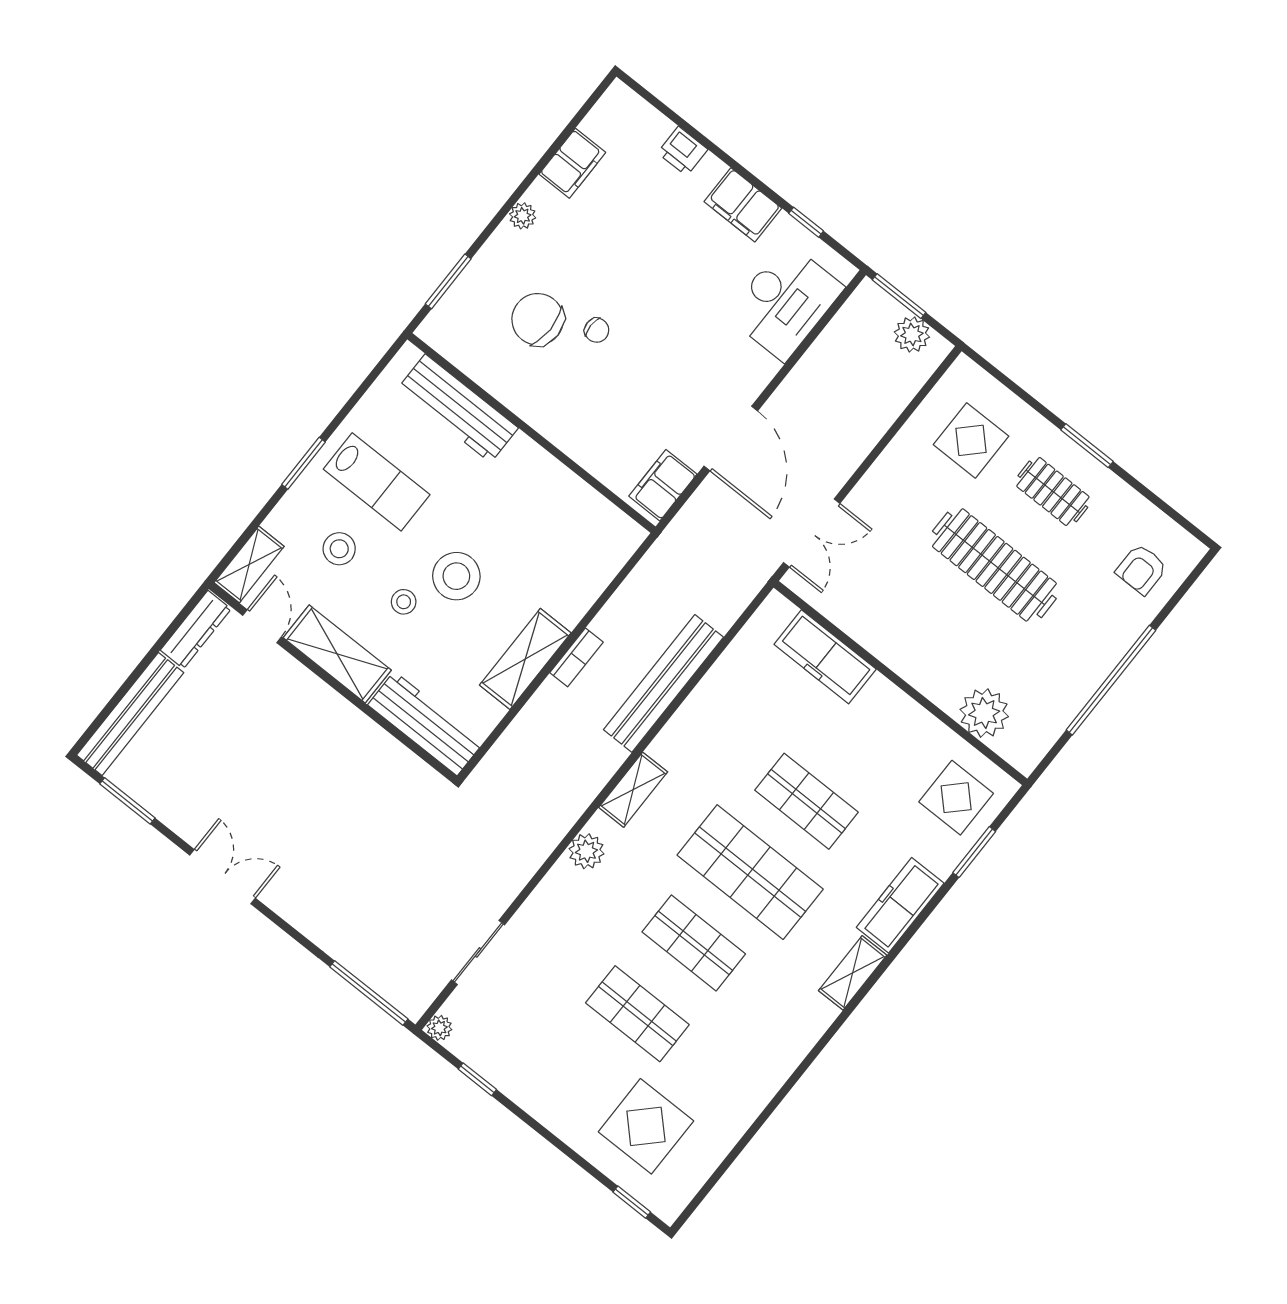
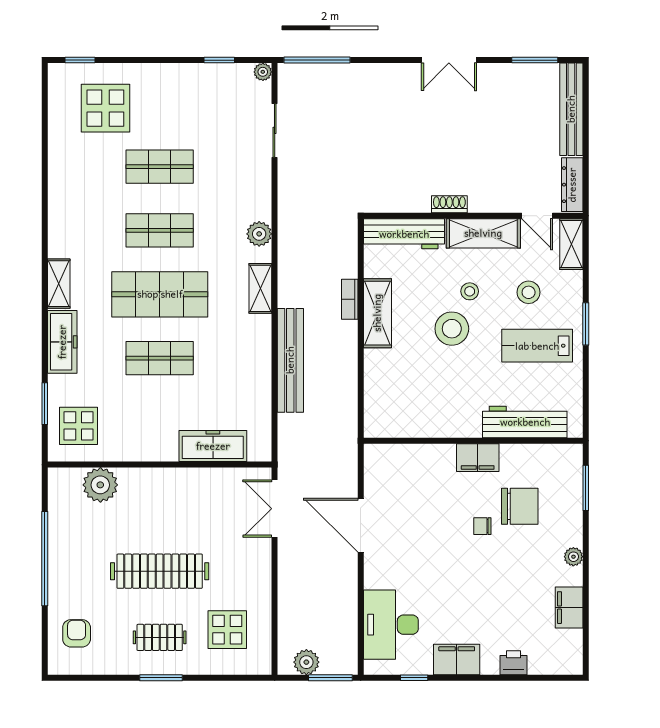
filing cabinet: (663, 485) -> (478, 458), moved, turned 90
bookcase: (577, 657) -> (350, 299), moved
shoe rack: (349, 716) -> (449, 204), added

